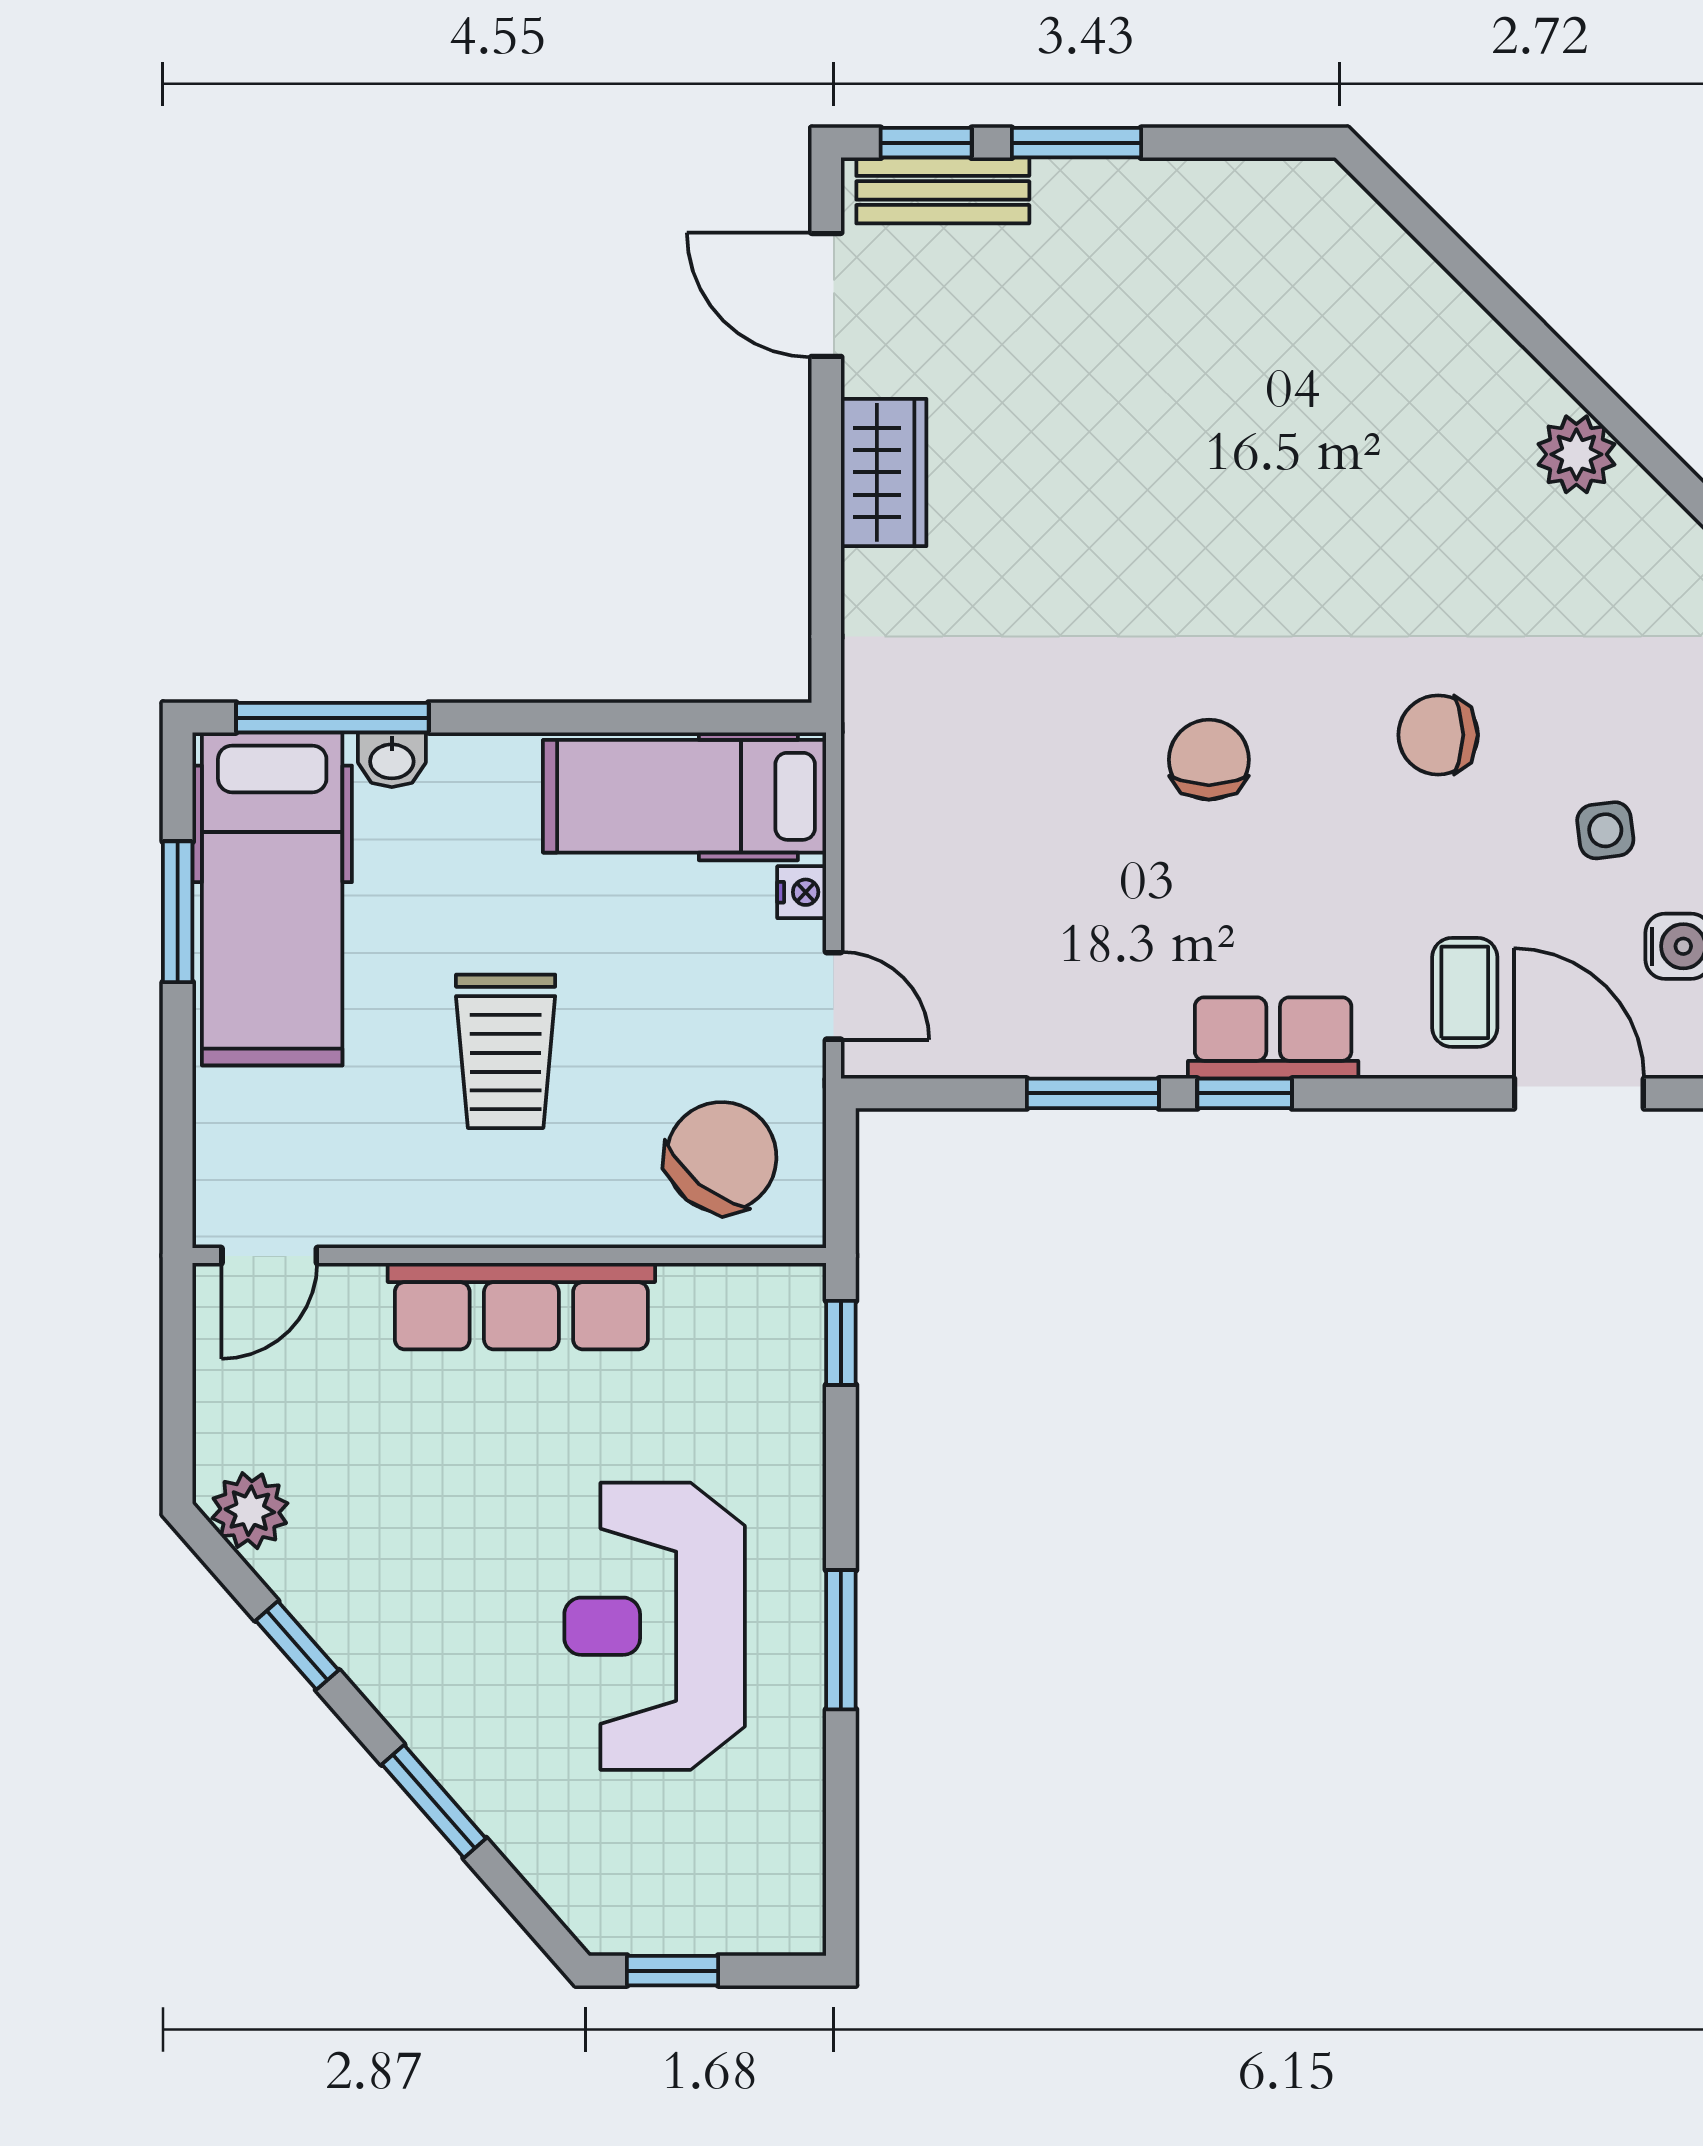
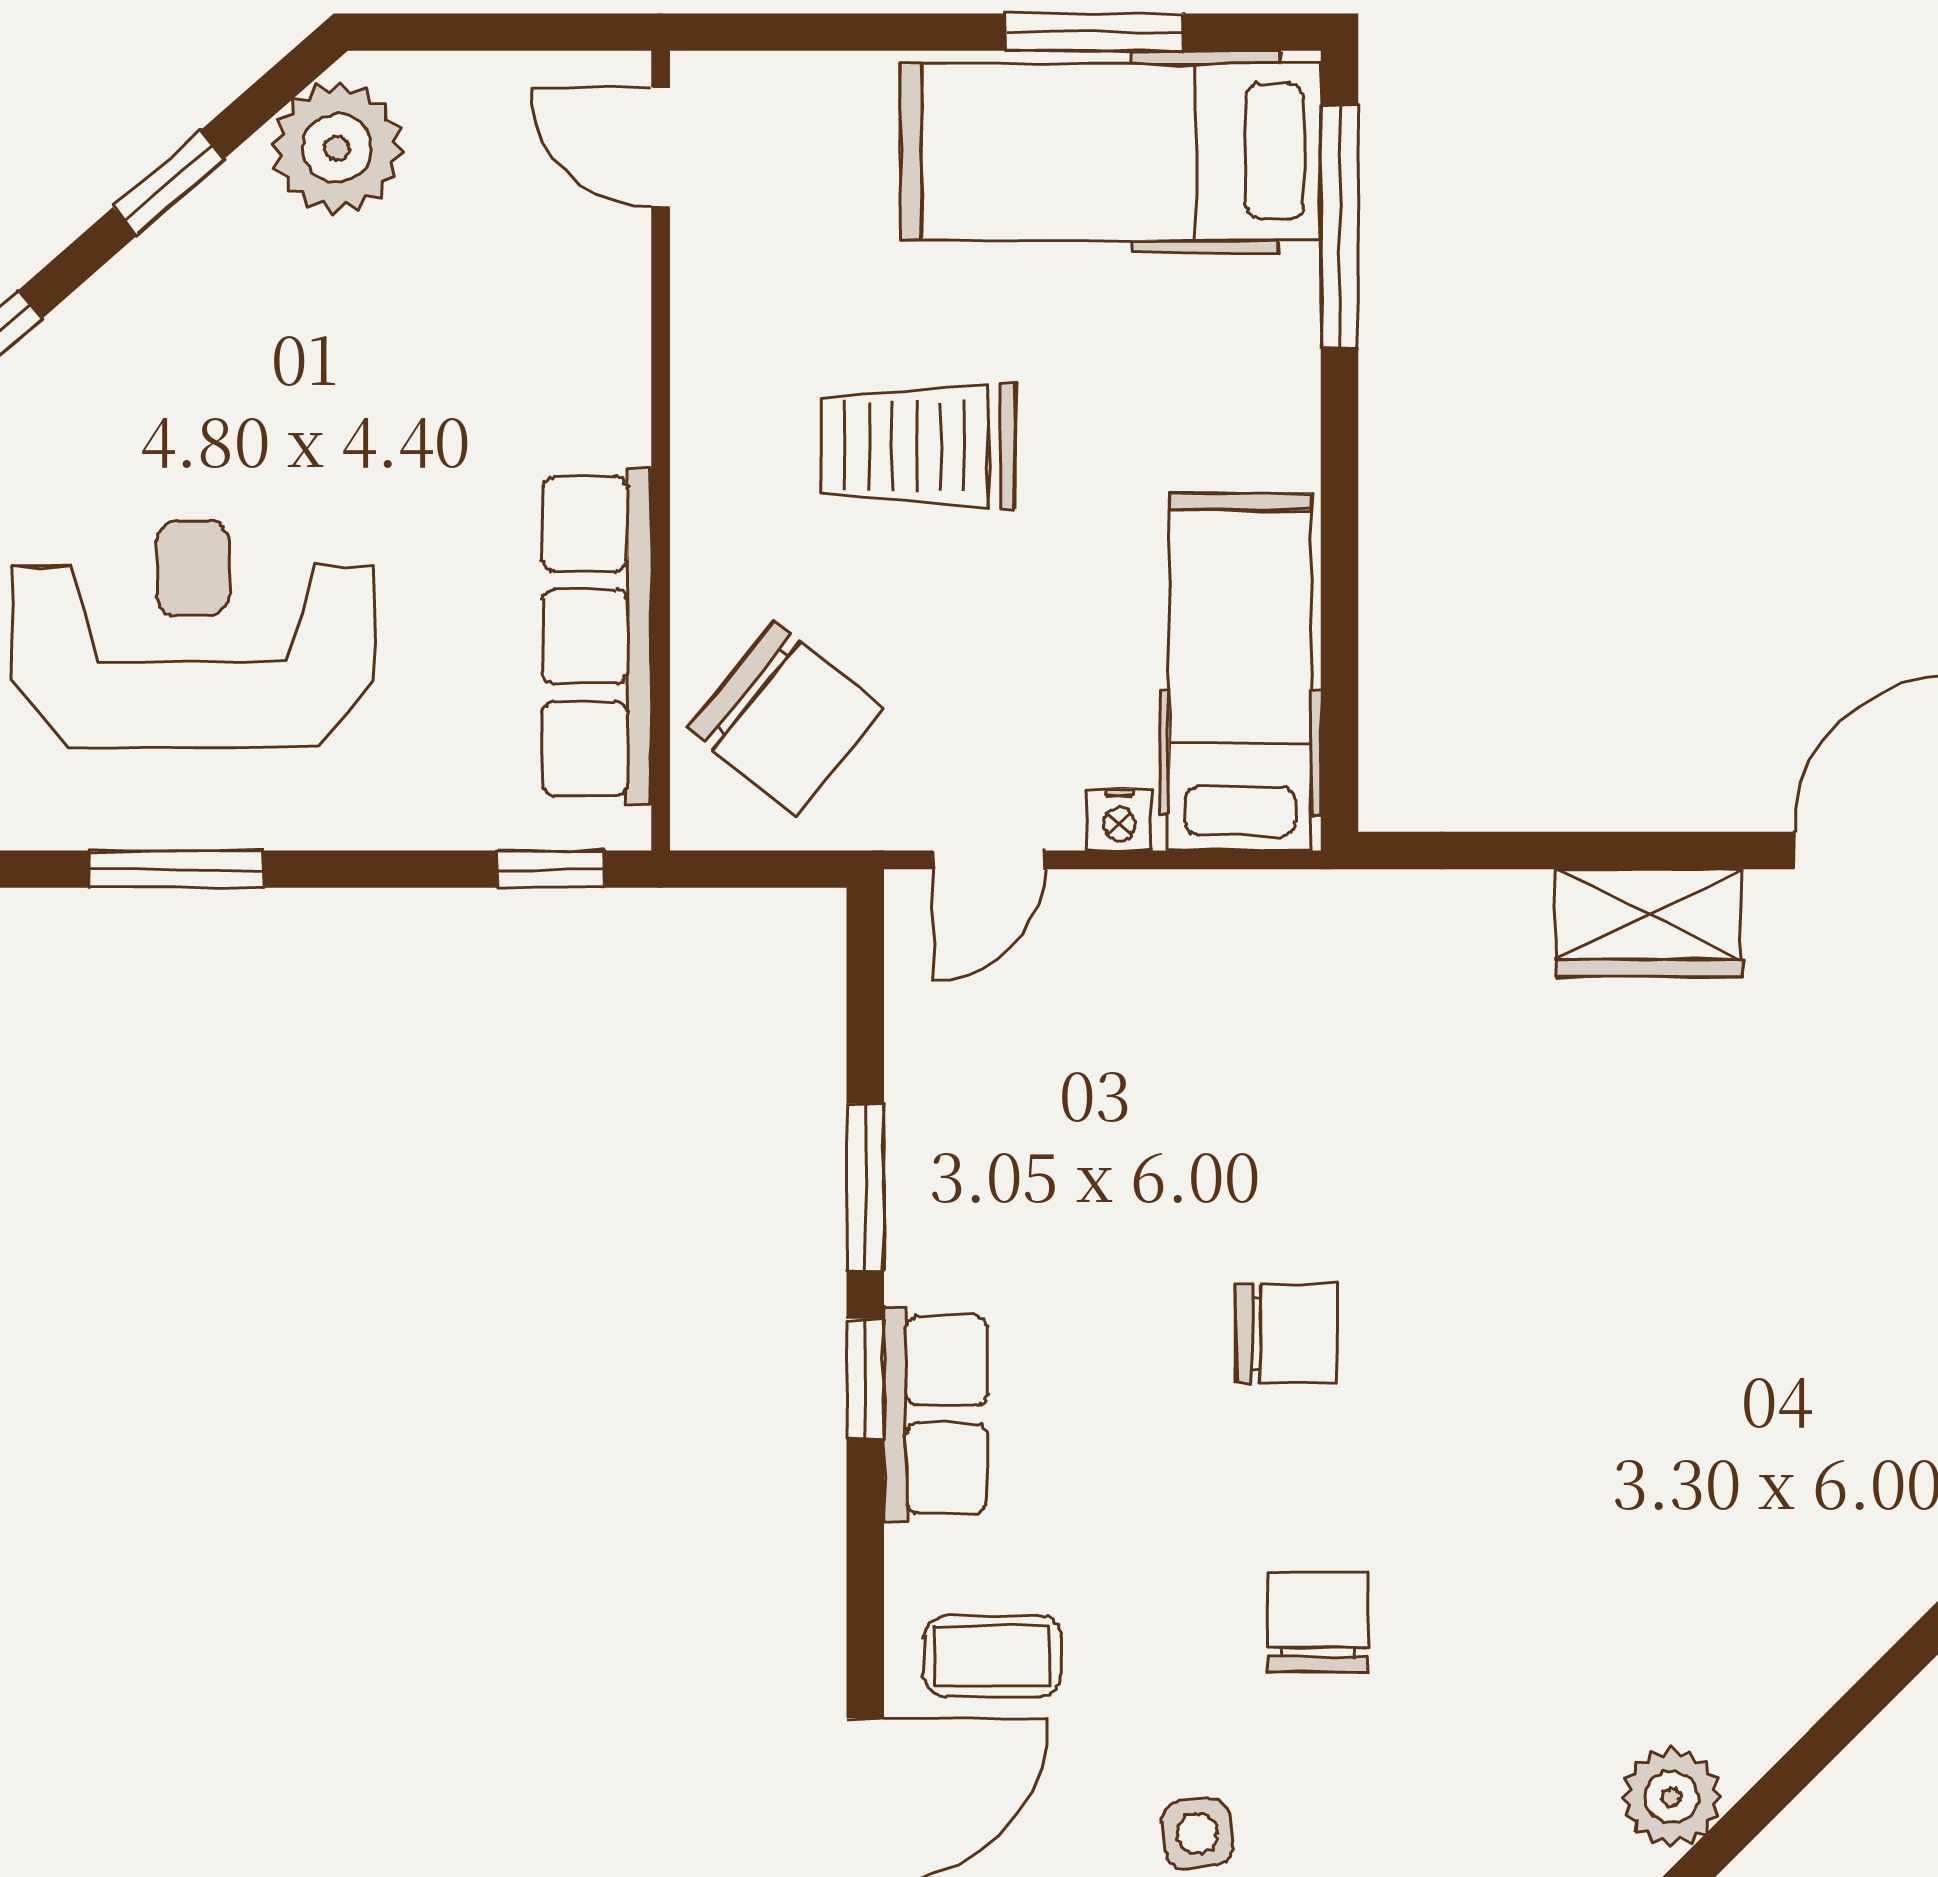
washbasin: (392, 760) -> (1286, 302), removed
row of seats: (521, 1306) -> (597, 636), moved
plant: (250, 1511) -> (337, 148), width x1.36, depth x1.36

